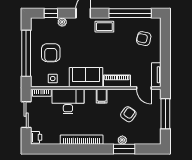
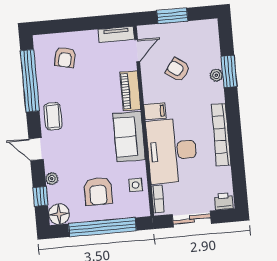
floor lamp: (38, 25) -> (59, 214), added
armchair: (51, 53) -> (98, 191), turned 90
desk: (68, 101) -> (172, 151), width x1.36, depth x1.30
window: (165, 114) -> (172, 16), width x0.69

